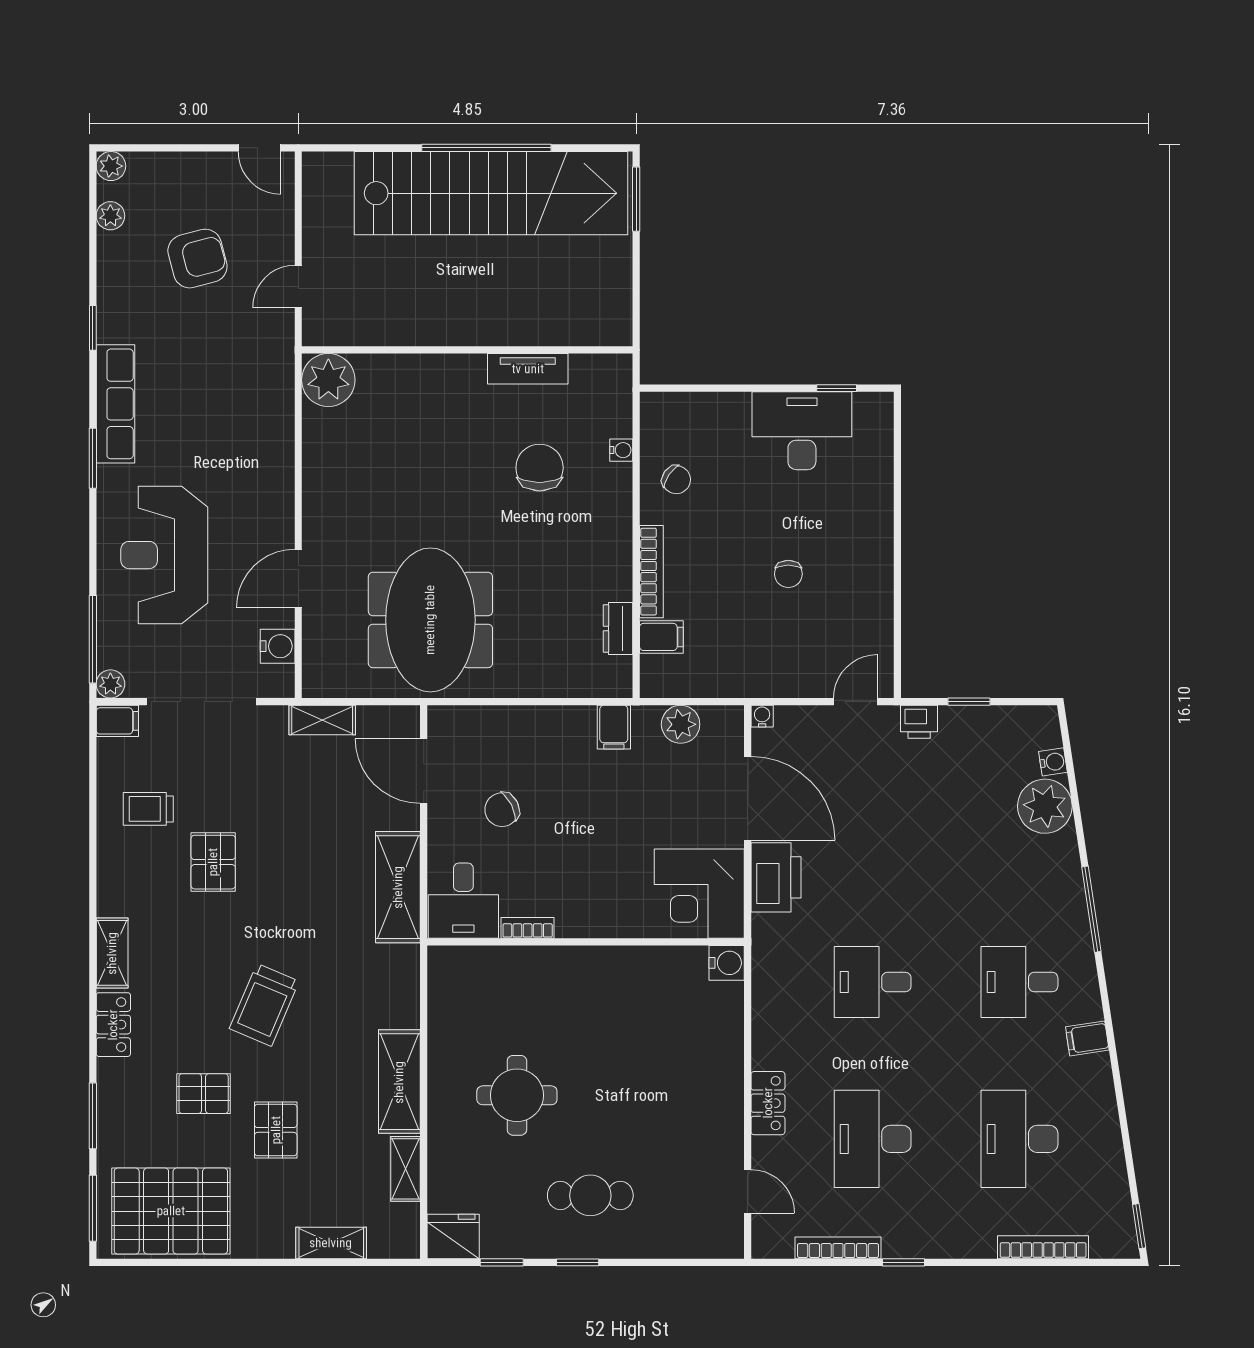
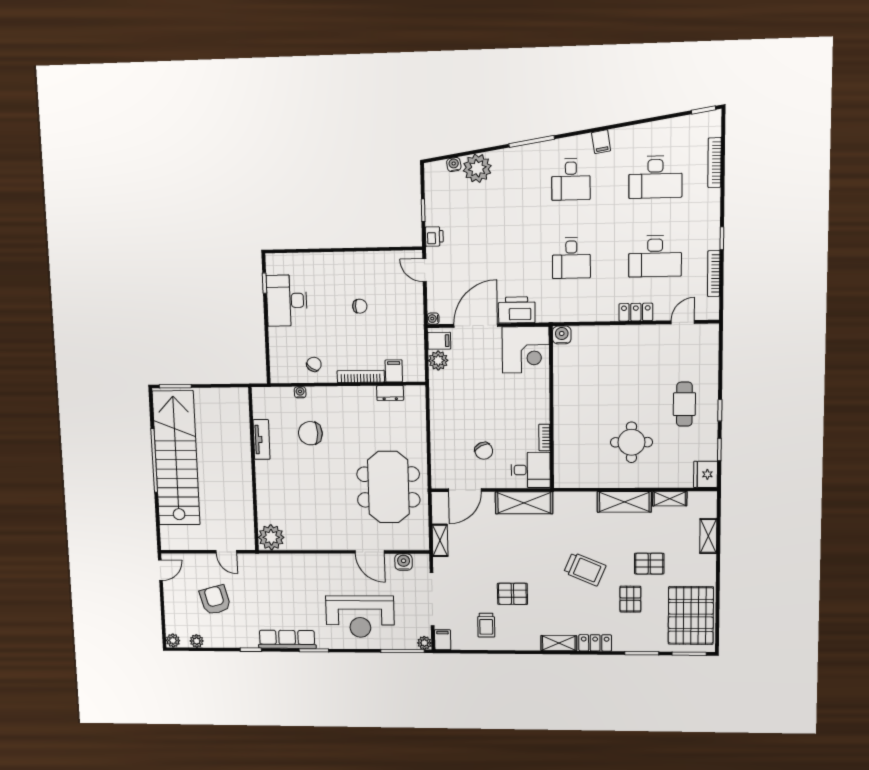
meeting table: (430, 620) -> (388, 487), turned 90
filing cabinet: (614, 727) -> (439, 341), moved

